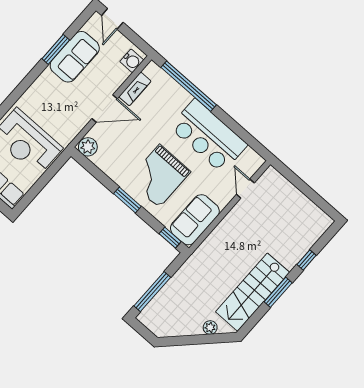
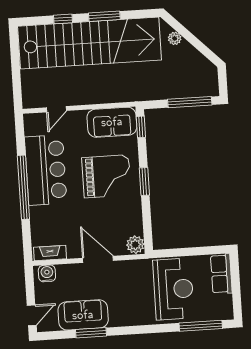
window: (189, 86) -> (23, 187), moved
fireplace: (135, 89) -> (50, 253), moved
stairs: (253, 292) -> (90, 43), width x1.86, depth x1.51

